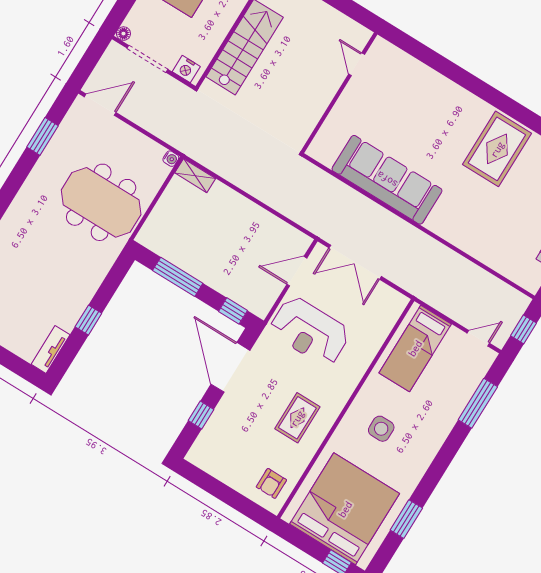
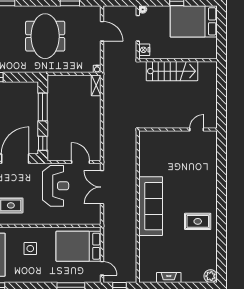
door: (100, 105) -> (102, 31), moved
rug: (497, 149) -> (198, 221), width x0.73, depth x0.70
sofa: (387, 180) -> (151, 206), moved
meeting table: (101, 202) -> (45, 36), moved
reception desk: (310, 331) -> (56, 186), turned 180
bed: (415, 348) -> (79, 246), width x1.50

